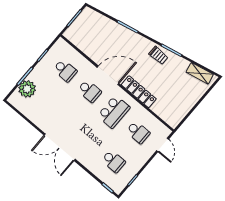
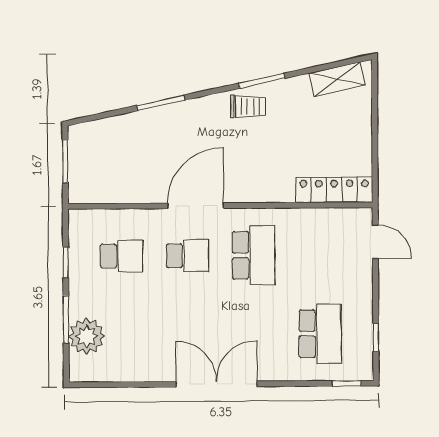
locker: (139, 92) -> (334, 190), moved
school desk: (138, 132) -> (320, 255), removed
double door: (60, 147) -> (216, 384), swing flipped
school desk: (113, 161) -> (320, 334), width x1.85

